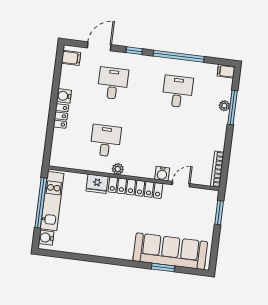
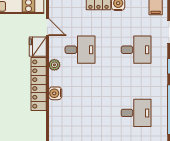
water cooler: (162, 174) -> (55, 93), moved
door: (181, 184) -> (47, 27), moved

